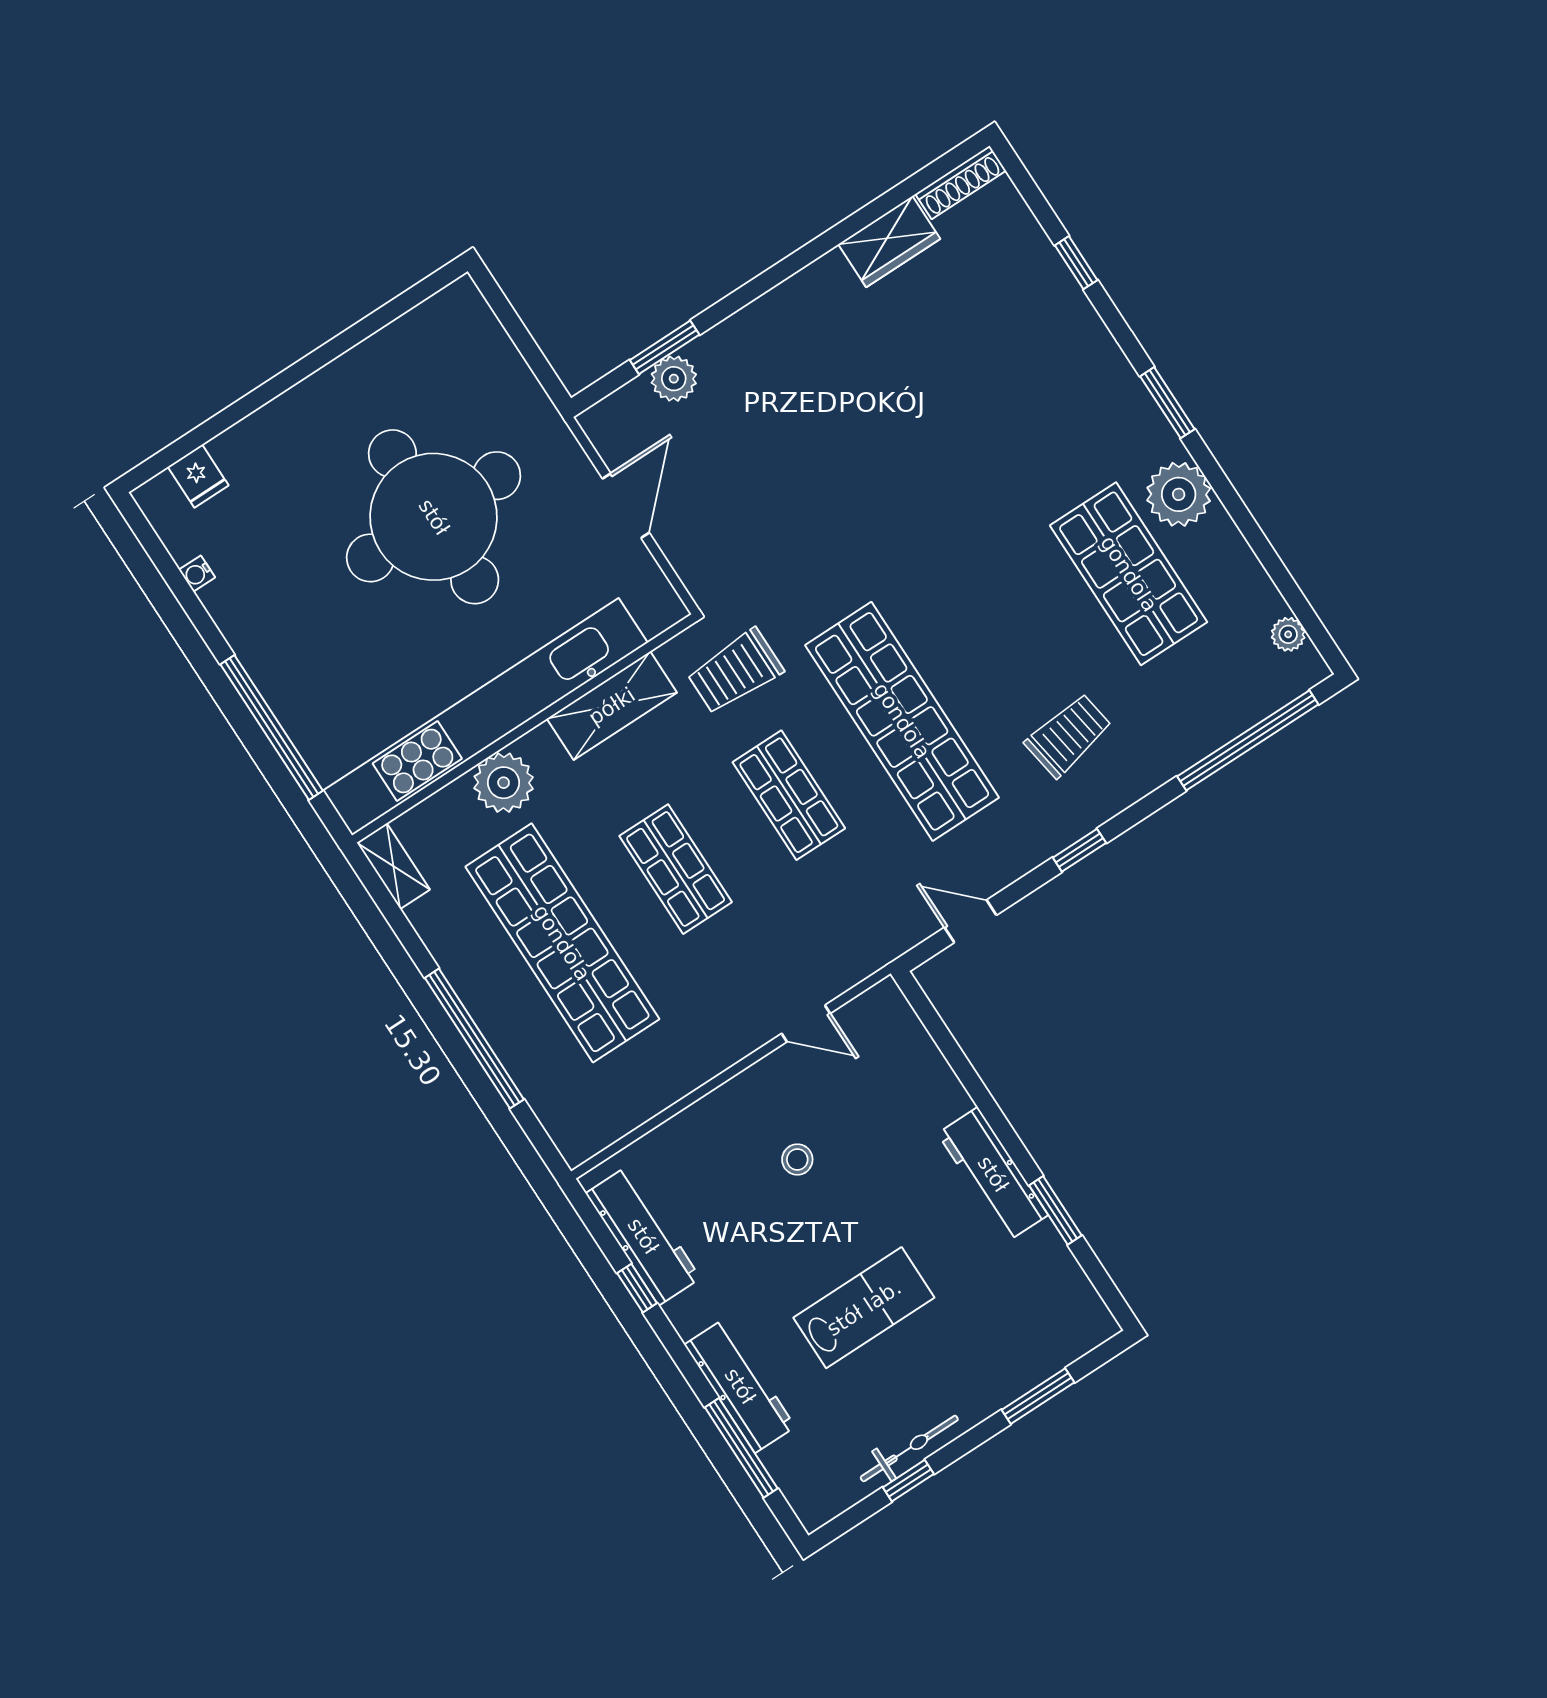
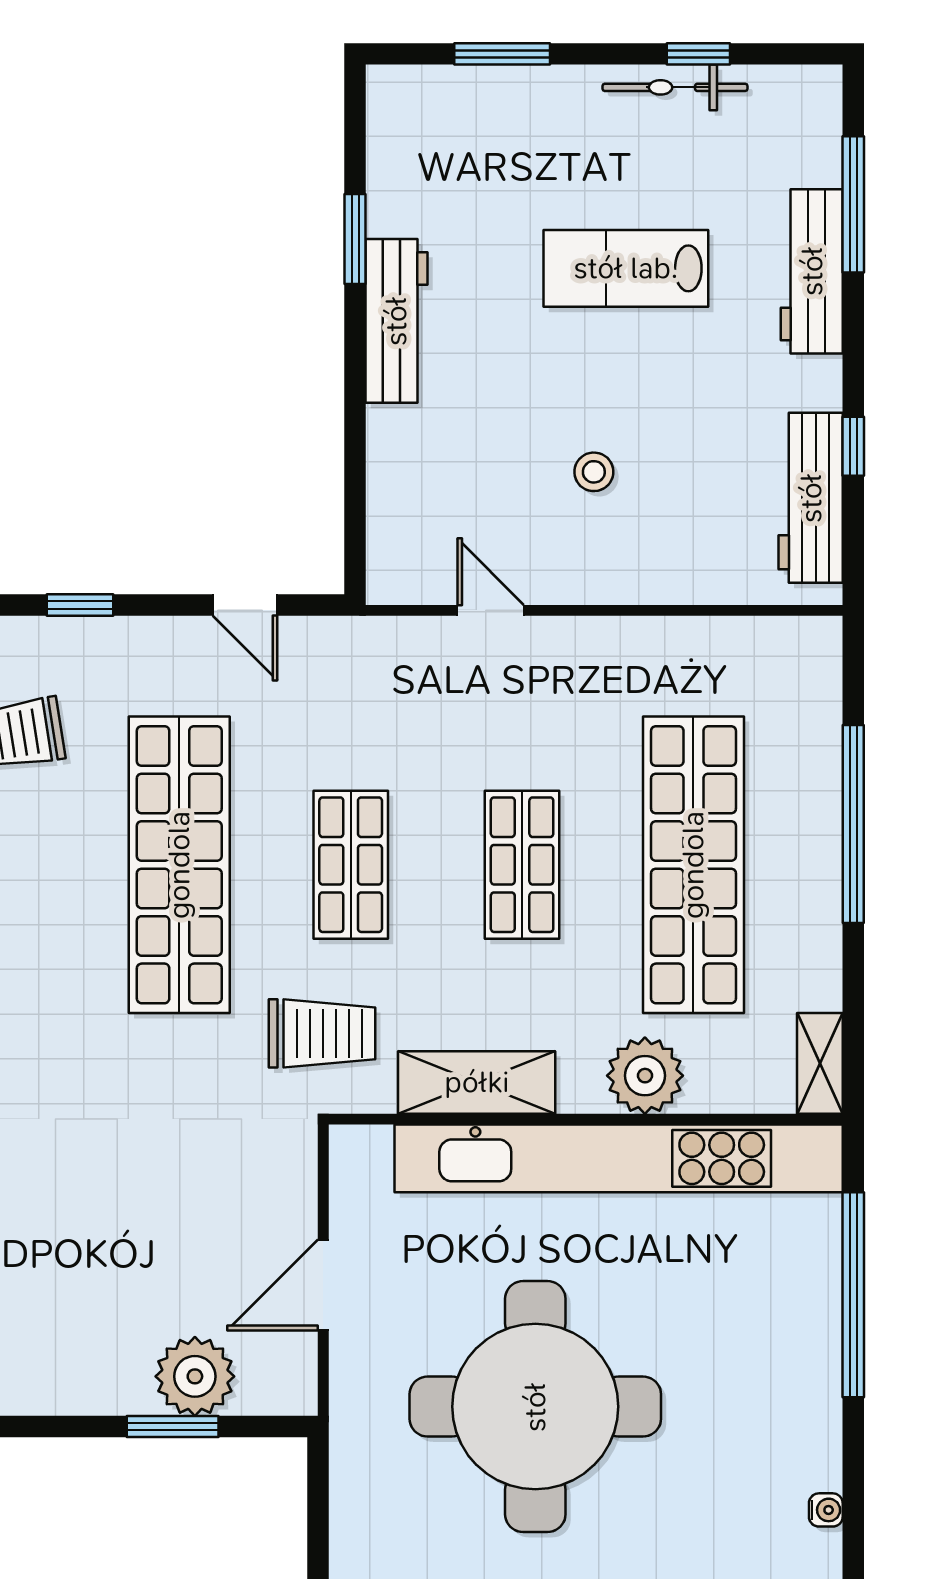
plant: (674, 379) -> (195, 1376), width x1.36, depth x1.36

